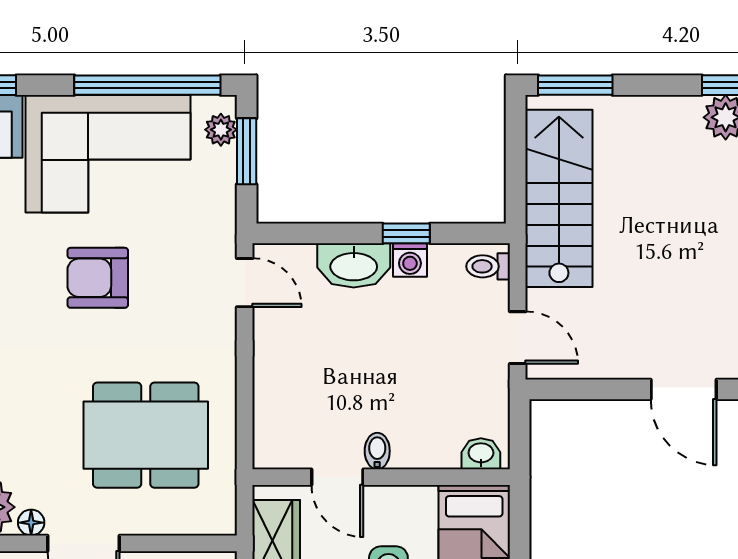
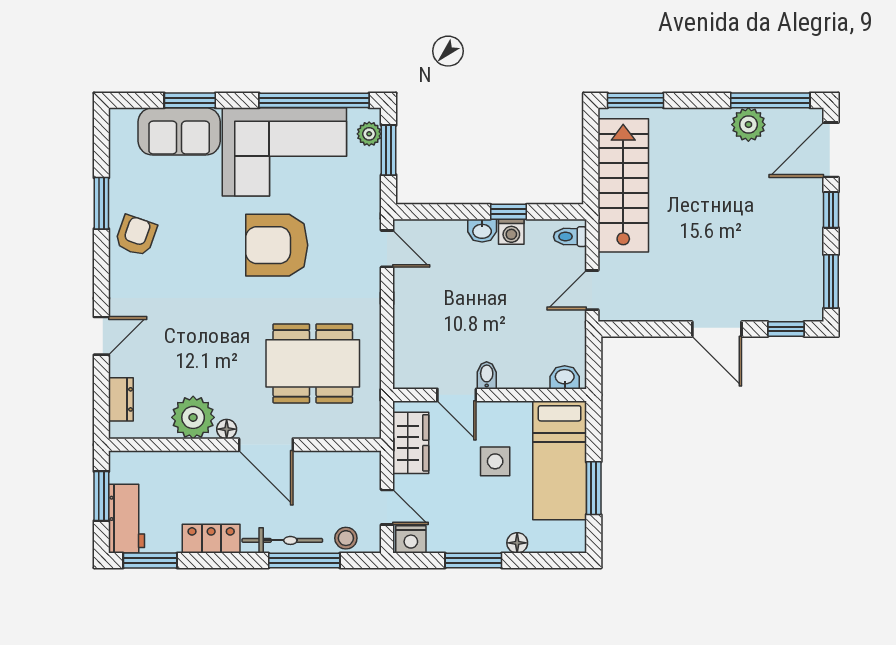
washbasin: (354, 265) -> (482, 231), width x0.52, depth x0.69
armchair: (98, 278) -> (277, 245), width x1.36, depth x1.36
door: (518, 338) -> (592, 290), swing flipped

